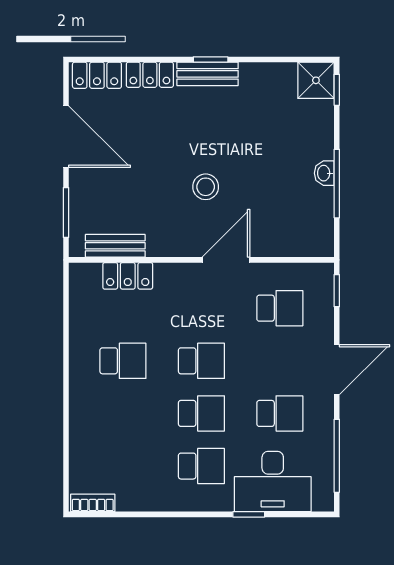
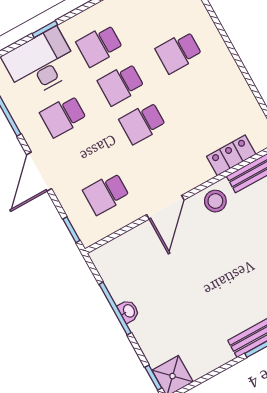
stool: (206, 187) -> (215, 201), moved
school desk: (123, 361) -> (179, 52), moved

